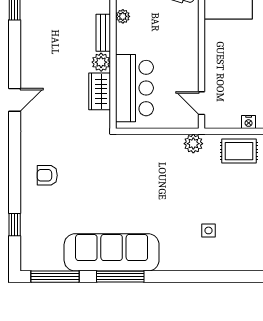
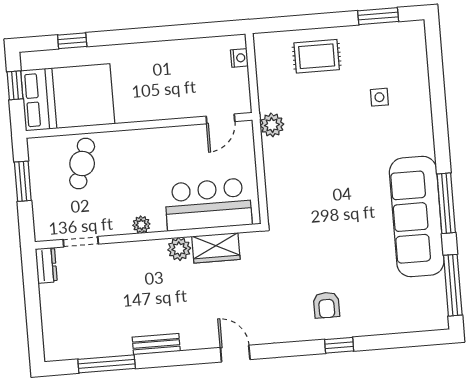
plant: (123, 16) -> (141, 225), moved
bench: (103, 33) -> (156, 344), moved
rug: (239, 151) -> (317, 56), moved, turned 90
window: (15, 225) -> (339, 345), moved

